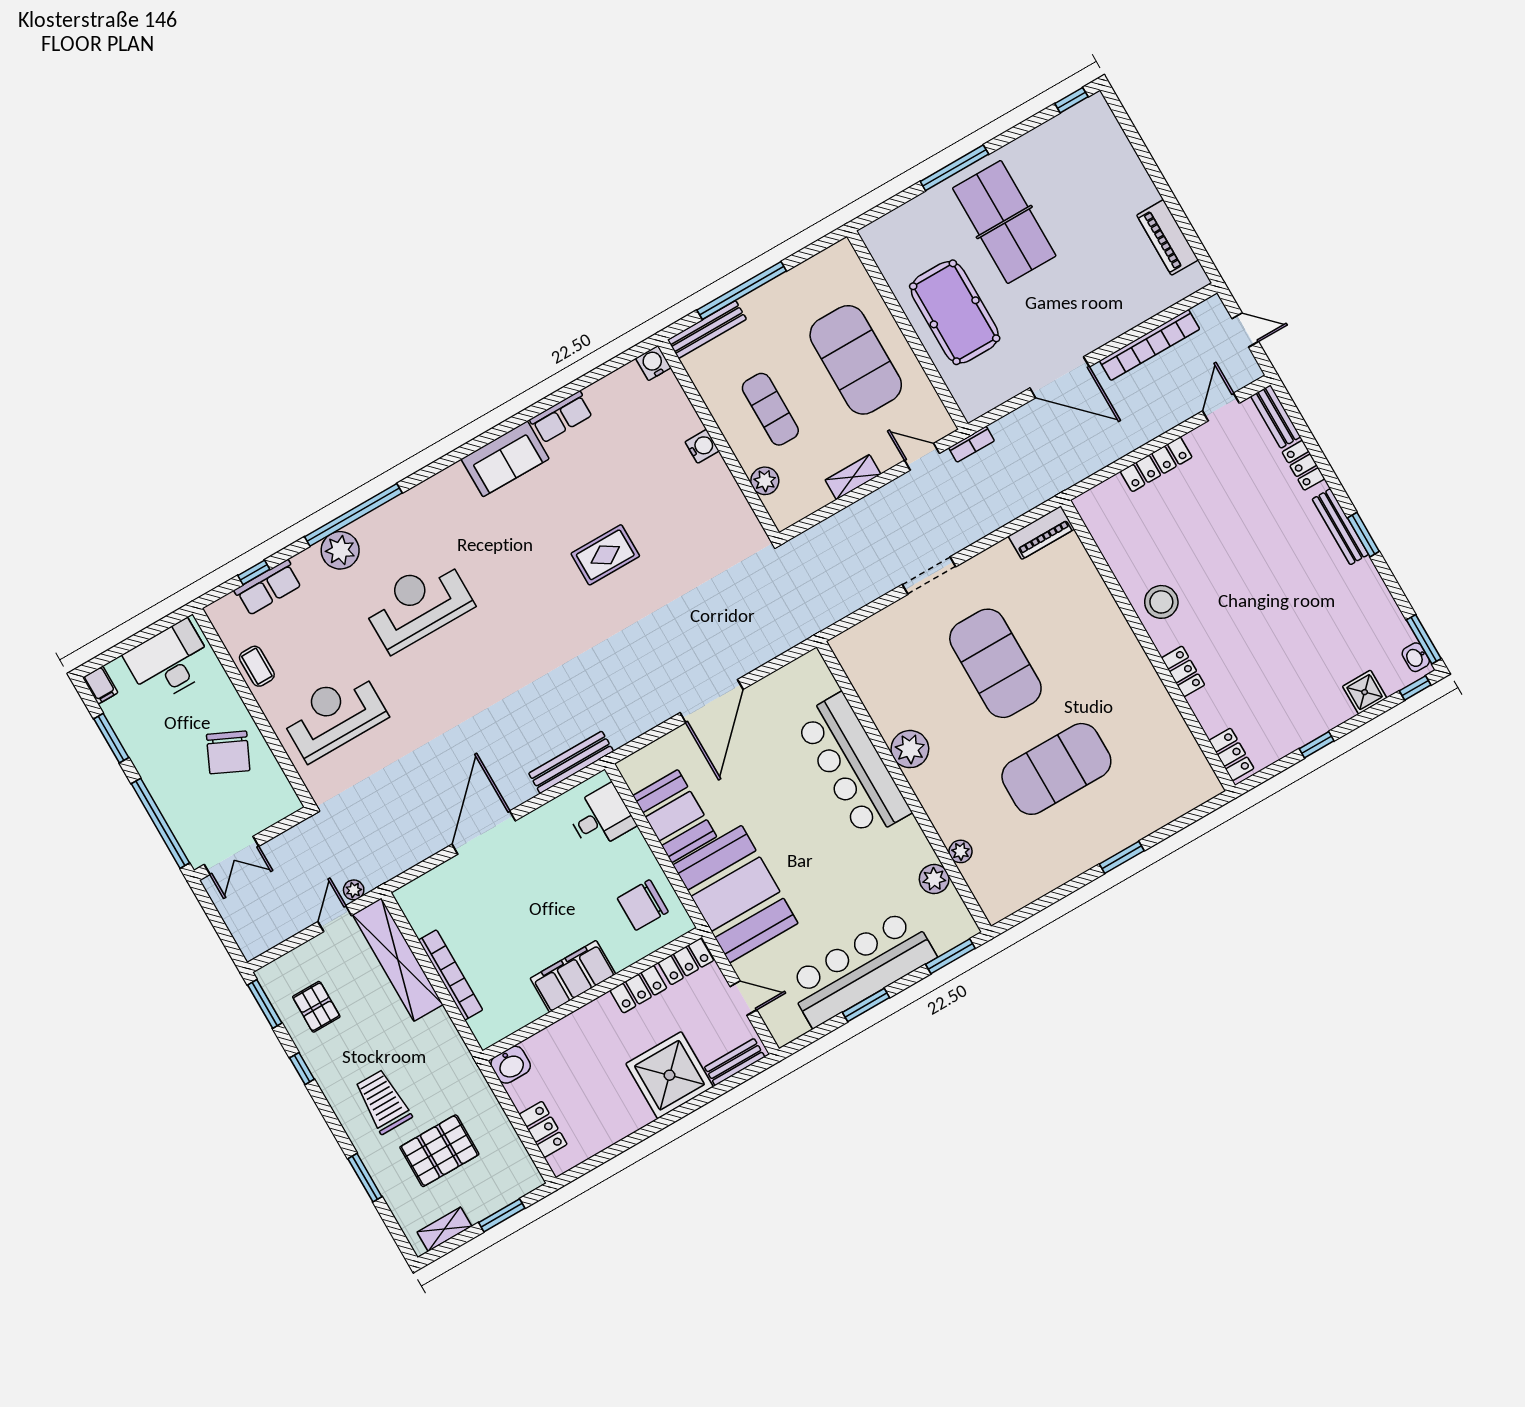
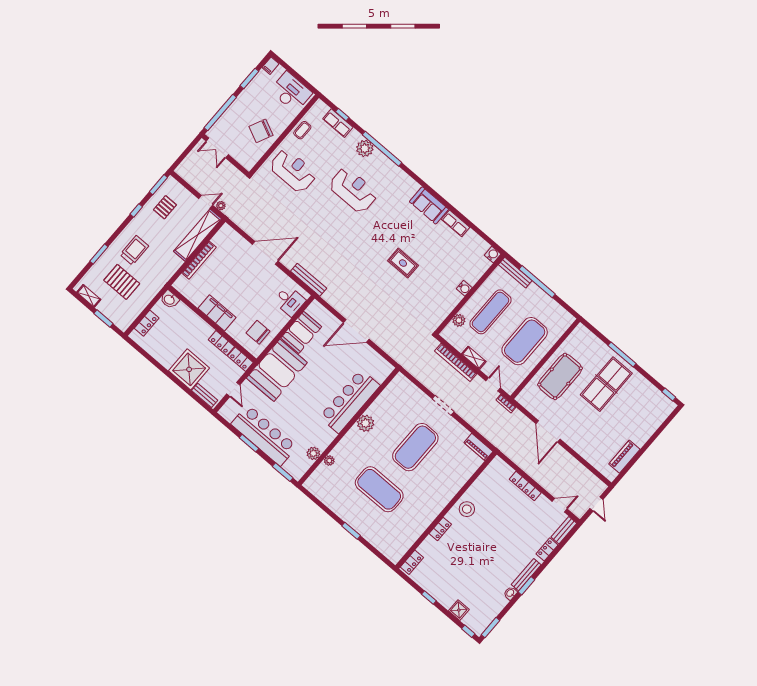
bookcase: (1150, 345) -> (456, 362), moved
exercise mat: (770, 409) -> (490, 312), width x1.36, depth x1.45
washbasin: (1416, 657) -> (510, 593), moved

